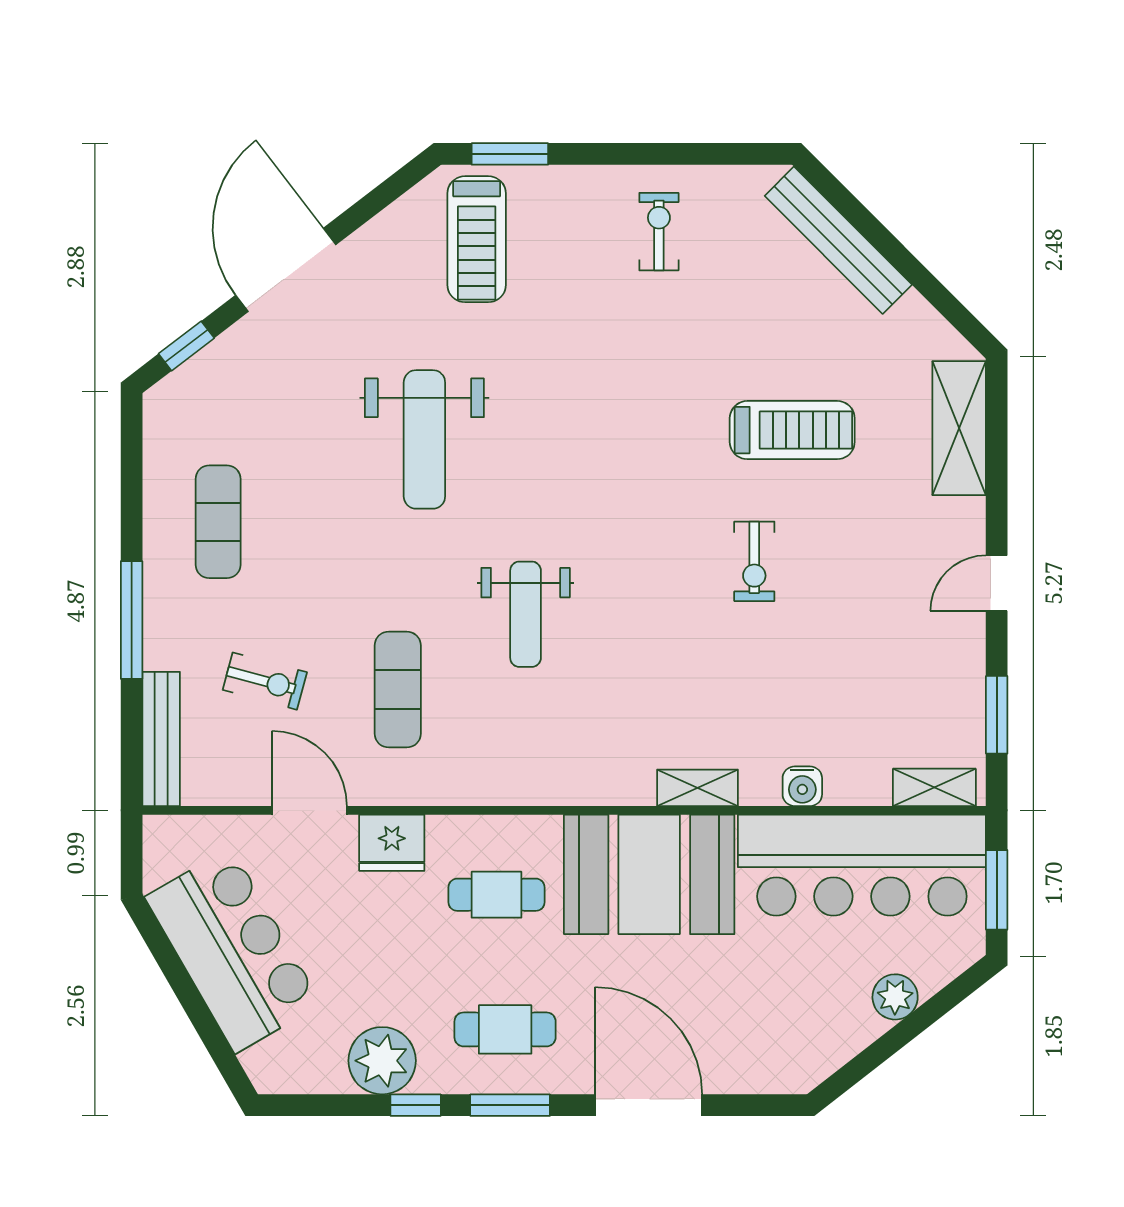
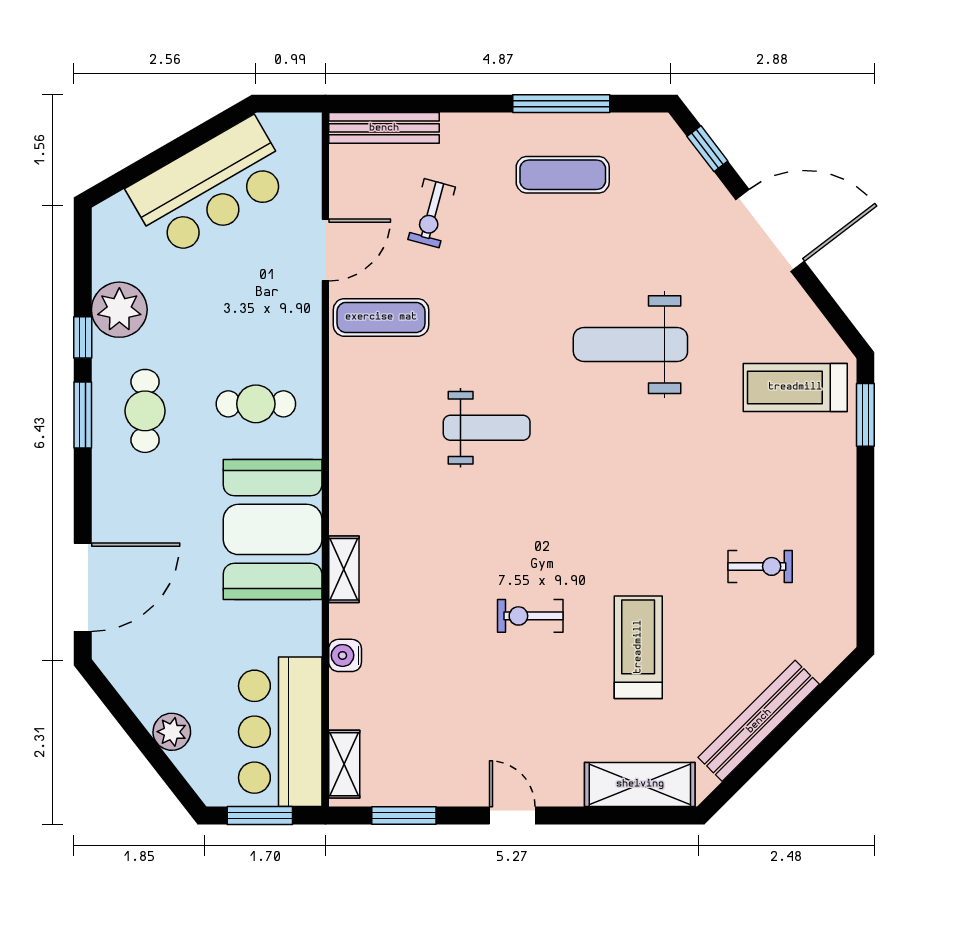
exercise bike: (659, 232) -> (760, 566), moved
bench: (838, 240) -> (759, 721), moved
treadmill: (792, 430) -> (638, 647), turned 180
weight bench: (526, 614) -> (487, 428), turned 180
window: (132, 620) -> (561, 104), moved
exercise mat: (398, 690) -> (381, 317), moved
fridge: (392, 843) -> (299, 318), removed
bar counter: (862, 865) -> (280, 732), width x0.73
cafe table: (497, 895) -> (256, 404), turned 90
door: (648, 1105) -> (83, 587), moved

